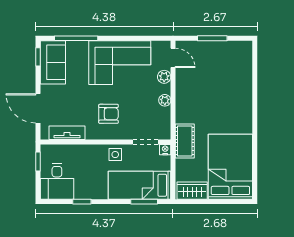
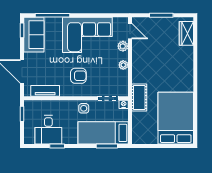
desk: (57, 181) -> (48, 130), moved
wardrobe: (192, 191) -> (186, 33), moved, turned -90

